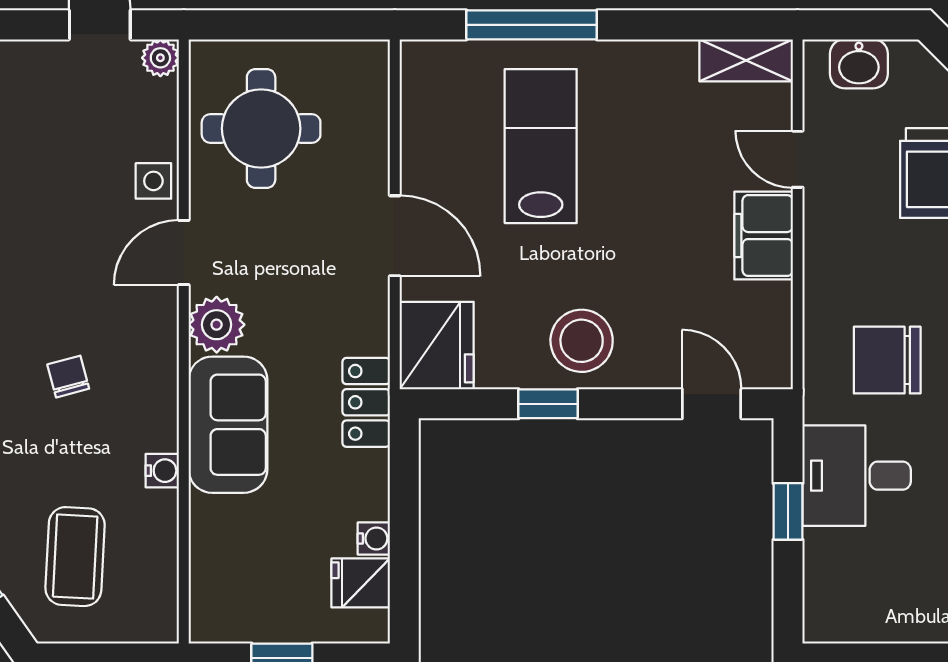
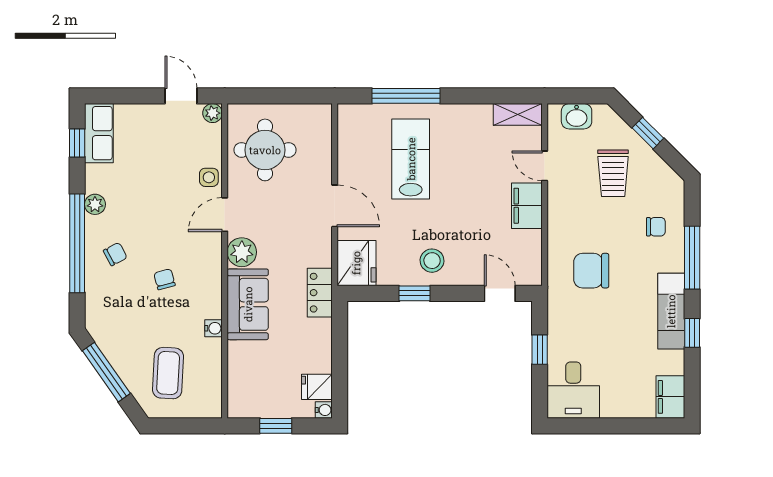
stool: (582, 341) -> (432, 261), width x0.73, depth x0.73
desk: (857, 476) -> (573, 390), moved, turned -90
water cooler: (374, 538) -> (324, 410), moved

